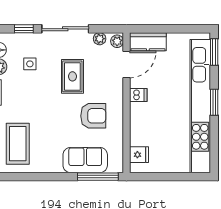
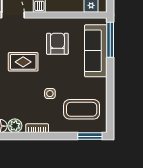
side table: (30, 64) -> (50, 94), moved
sofa: (85, 160) -> (96, 51), width x1.36

